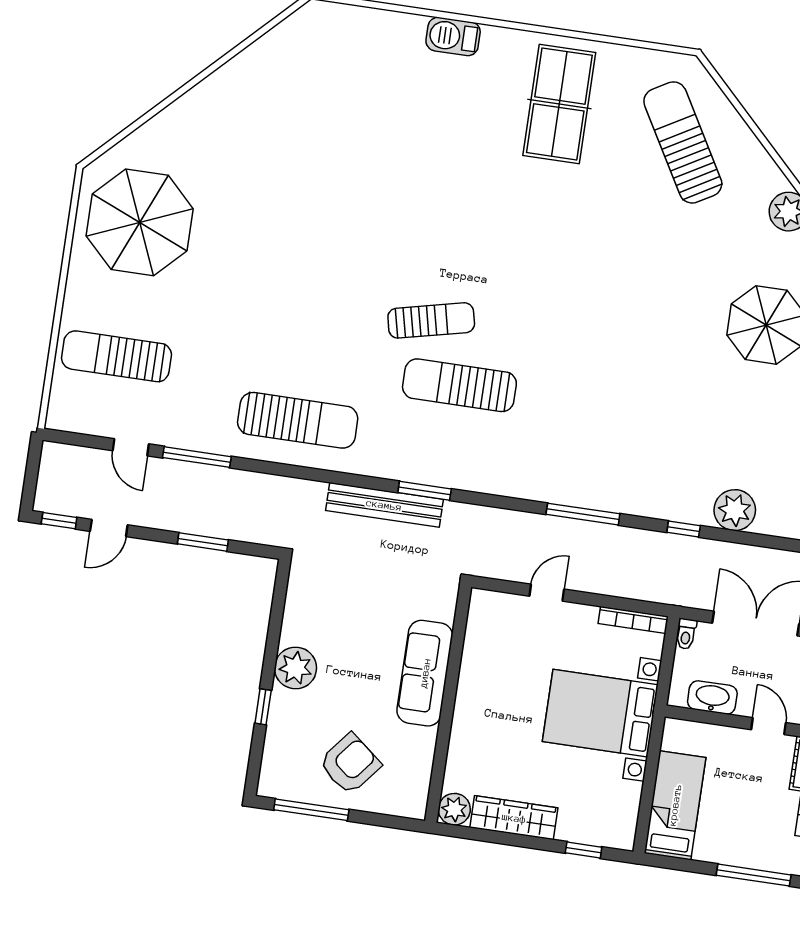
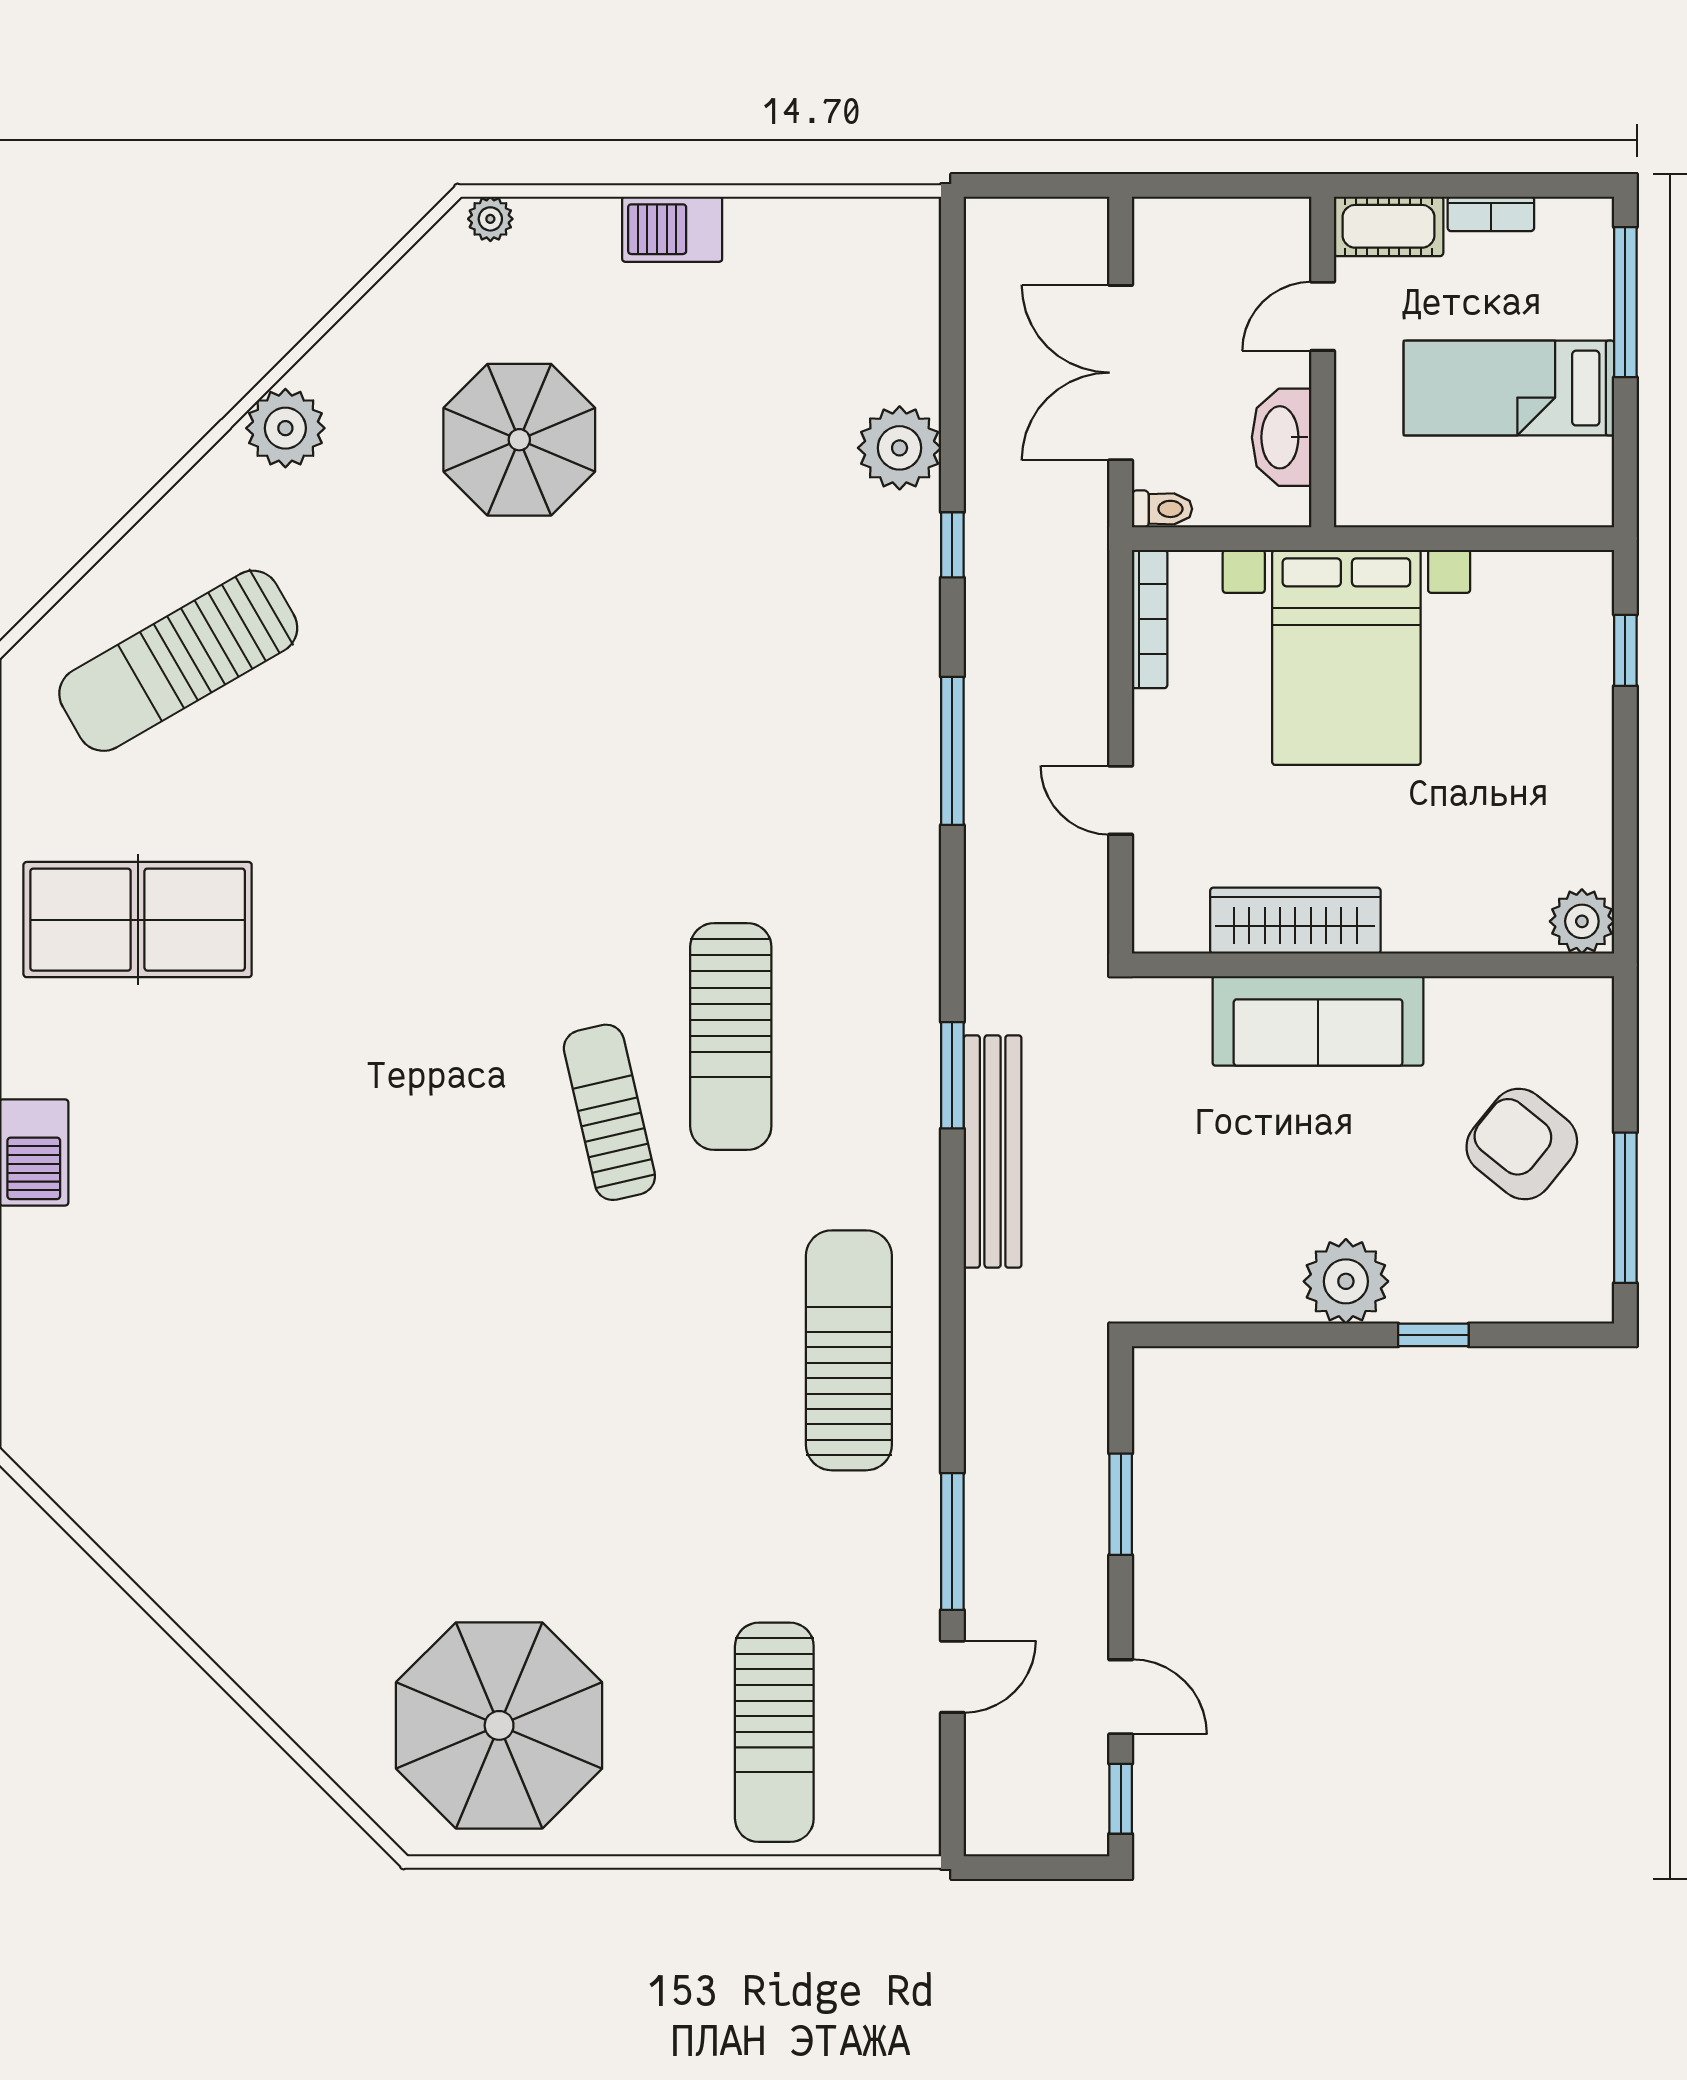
bed: (675, 805) -> (1509, 388), moved
wardrobe: (514, 818) -> (1295, 921), moved, turned 90

